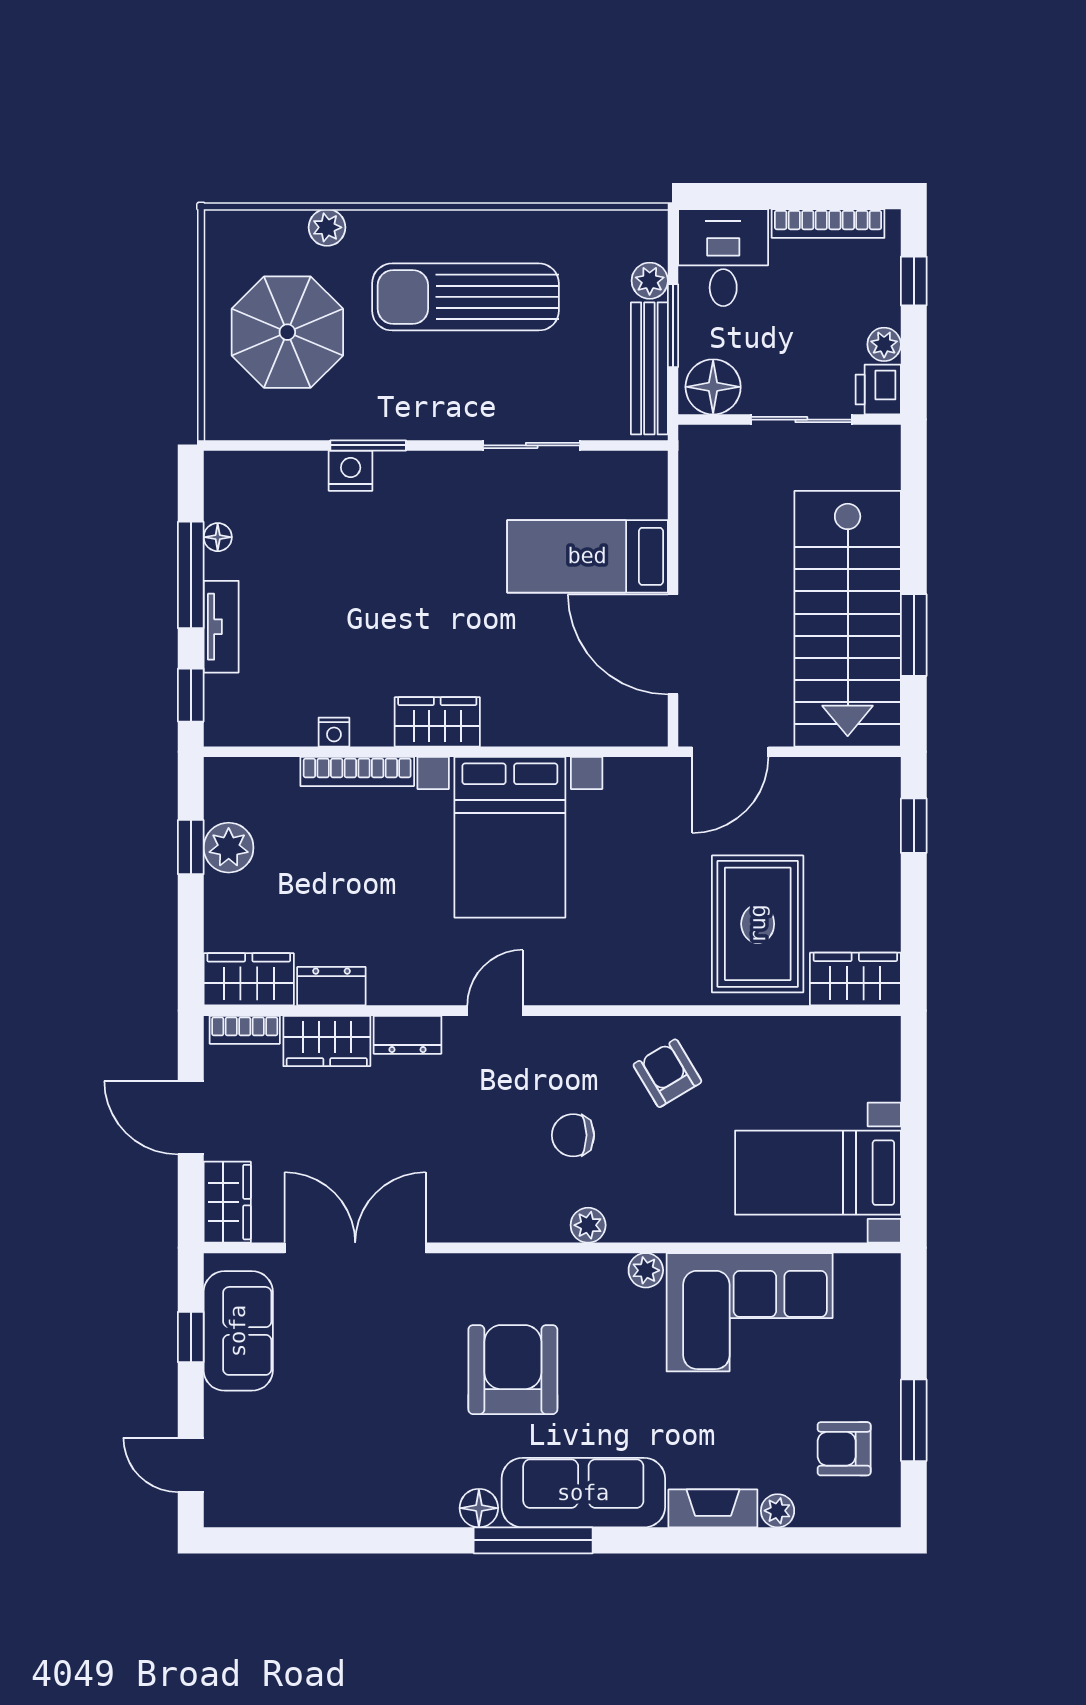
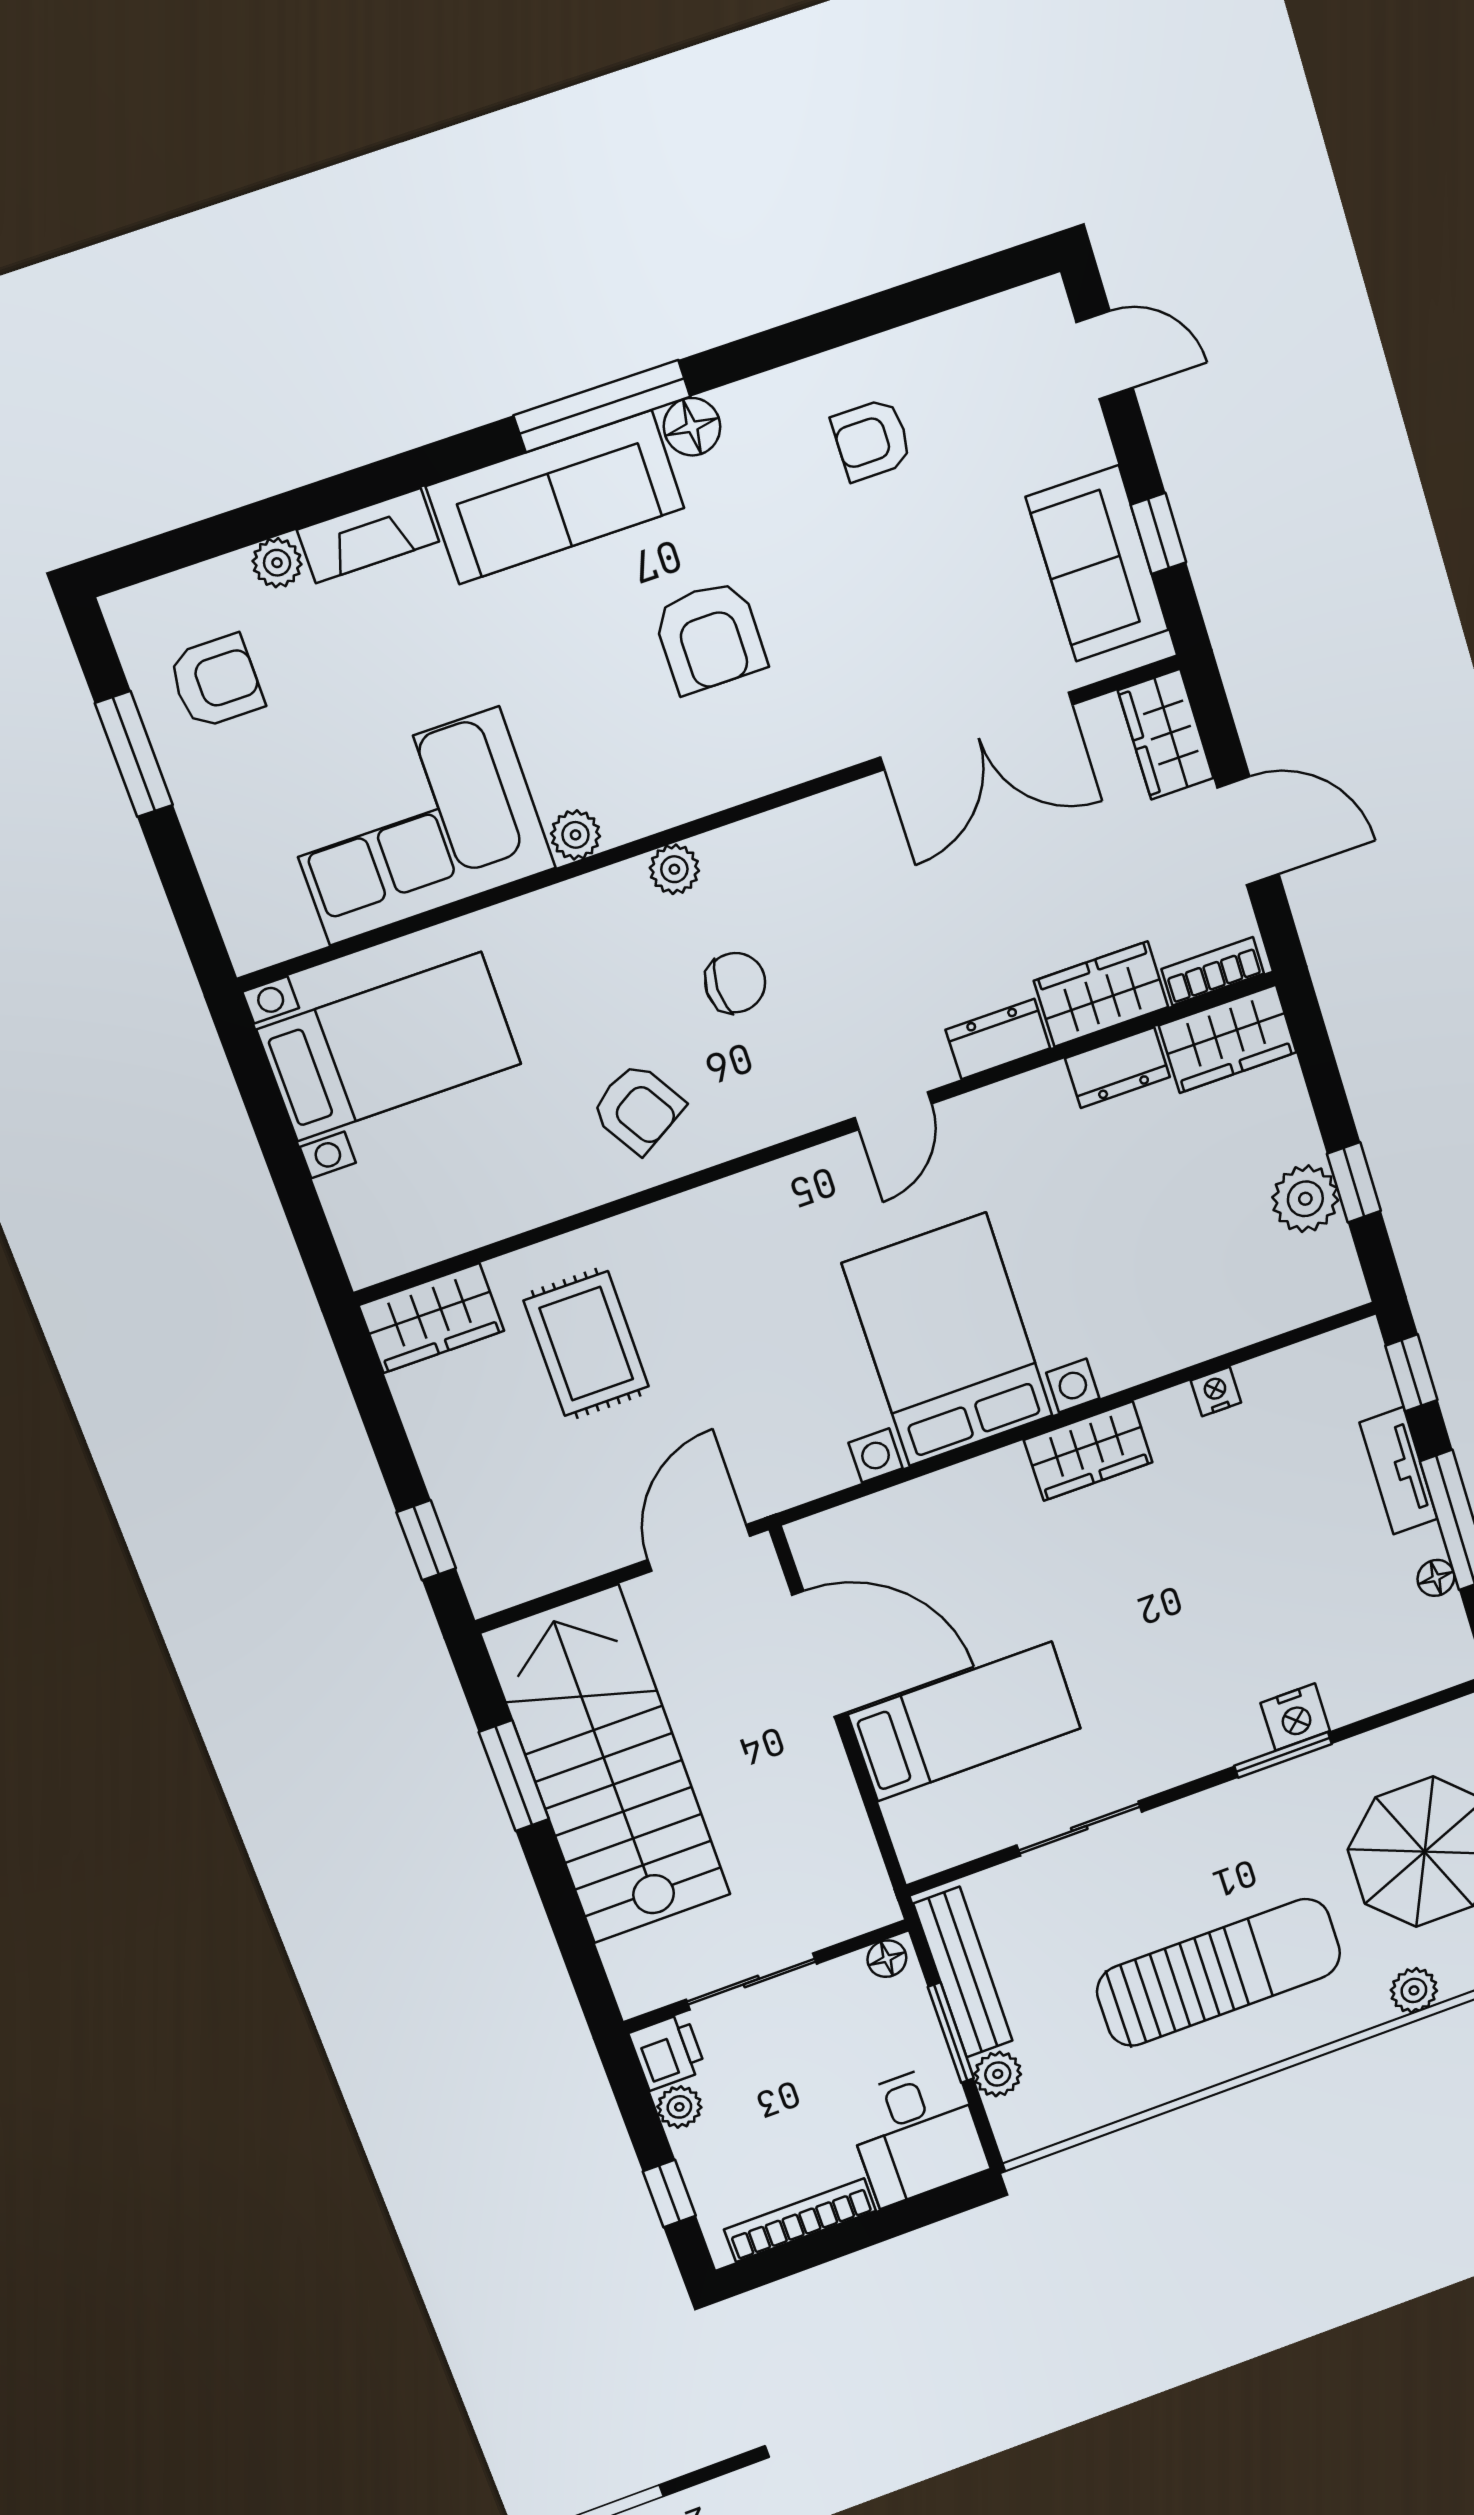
floor lamp: (713, 387) -> (887, 1959), width x0.53, depth x0.53
bookcase: (357, 771) -> (1171, 1353), removed
rug: (758, 924) -> (586, 1344), width x0.73, depth x0.70
armchair: (513, 1370) -> (710, 637), width x0.73, depth x0.73
armchair: (363, 1461) -> (872, 440), added

